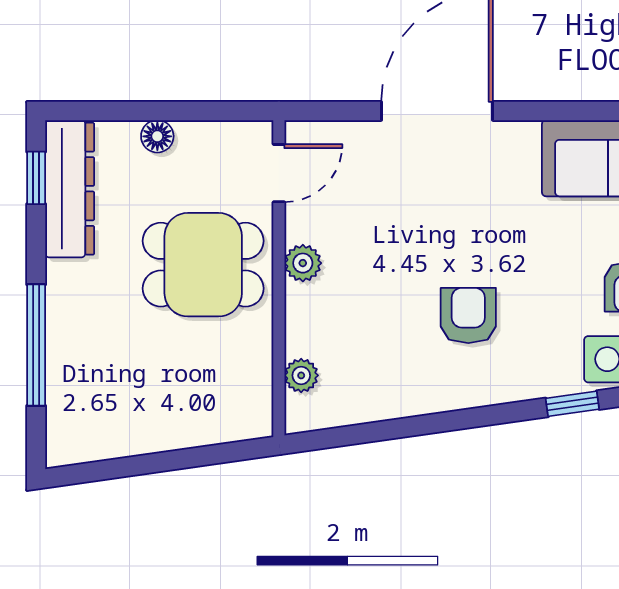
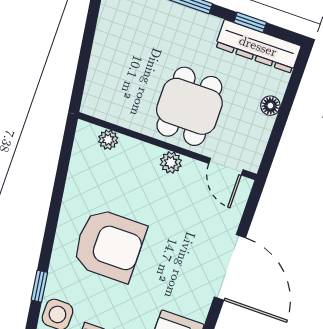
window: (36, 178) -> (250, 22), moved
armchair: (468, 315) -> (109, 245), width x1.88, depth x1.88

